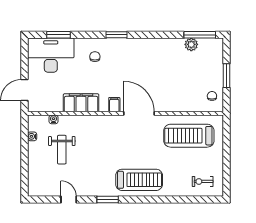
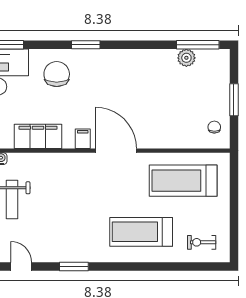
chair: (95, 57) -> (57, 74), width x1.87, depth x1.87
treadmill: (139, 180) -> (141, 232), moved, turned 180

